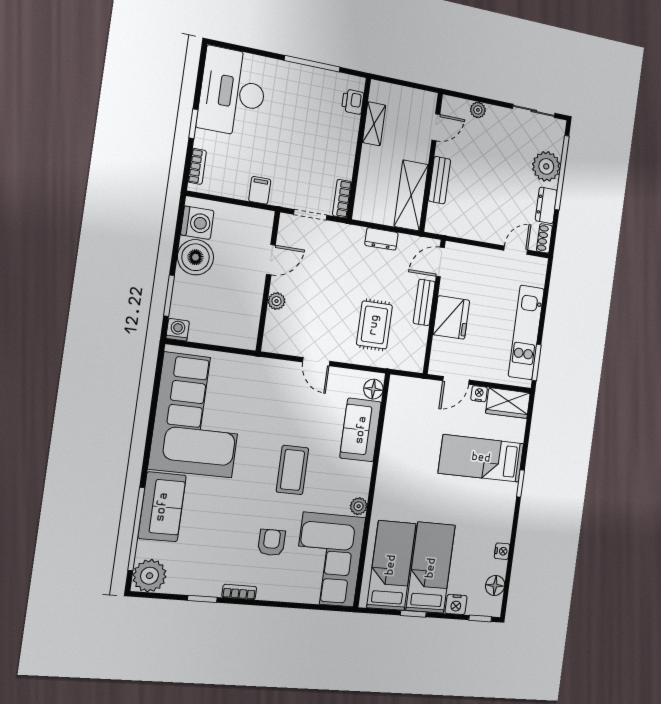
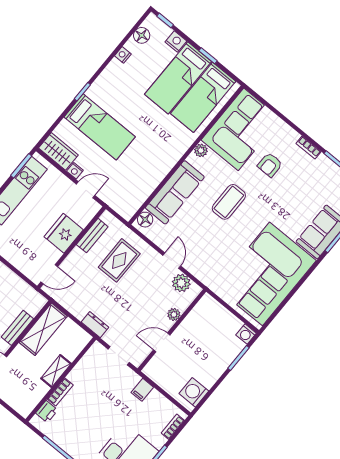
shelving: (374, 124) -> (56, 371), moved
bookcase: (342, 199) -> (60, 392), moved
dresser: (381, 239) -> (95, 325), moved
boiler: (195, 257) -> (208, 372), removed
bench: (424, 302) -> (92, 236), moved
plant: (290, 343) -> (181, 283), added
sofa: (361, 430) -> (175, 192), width x1.36

